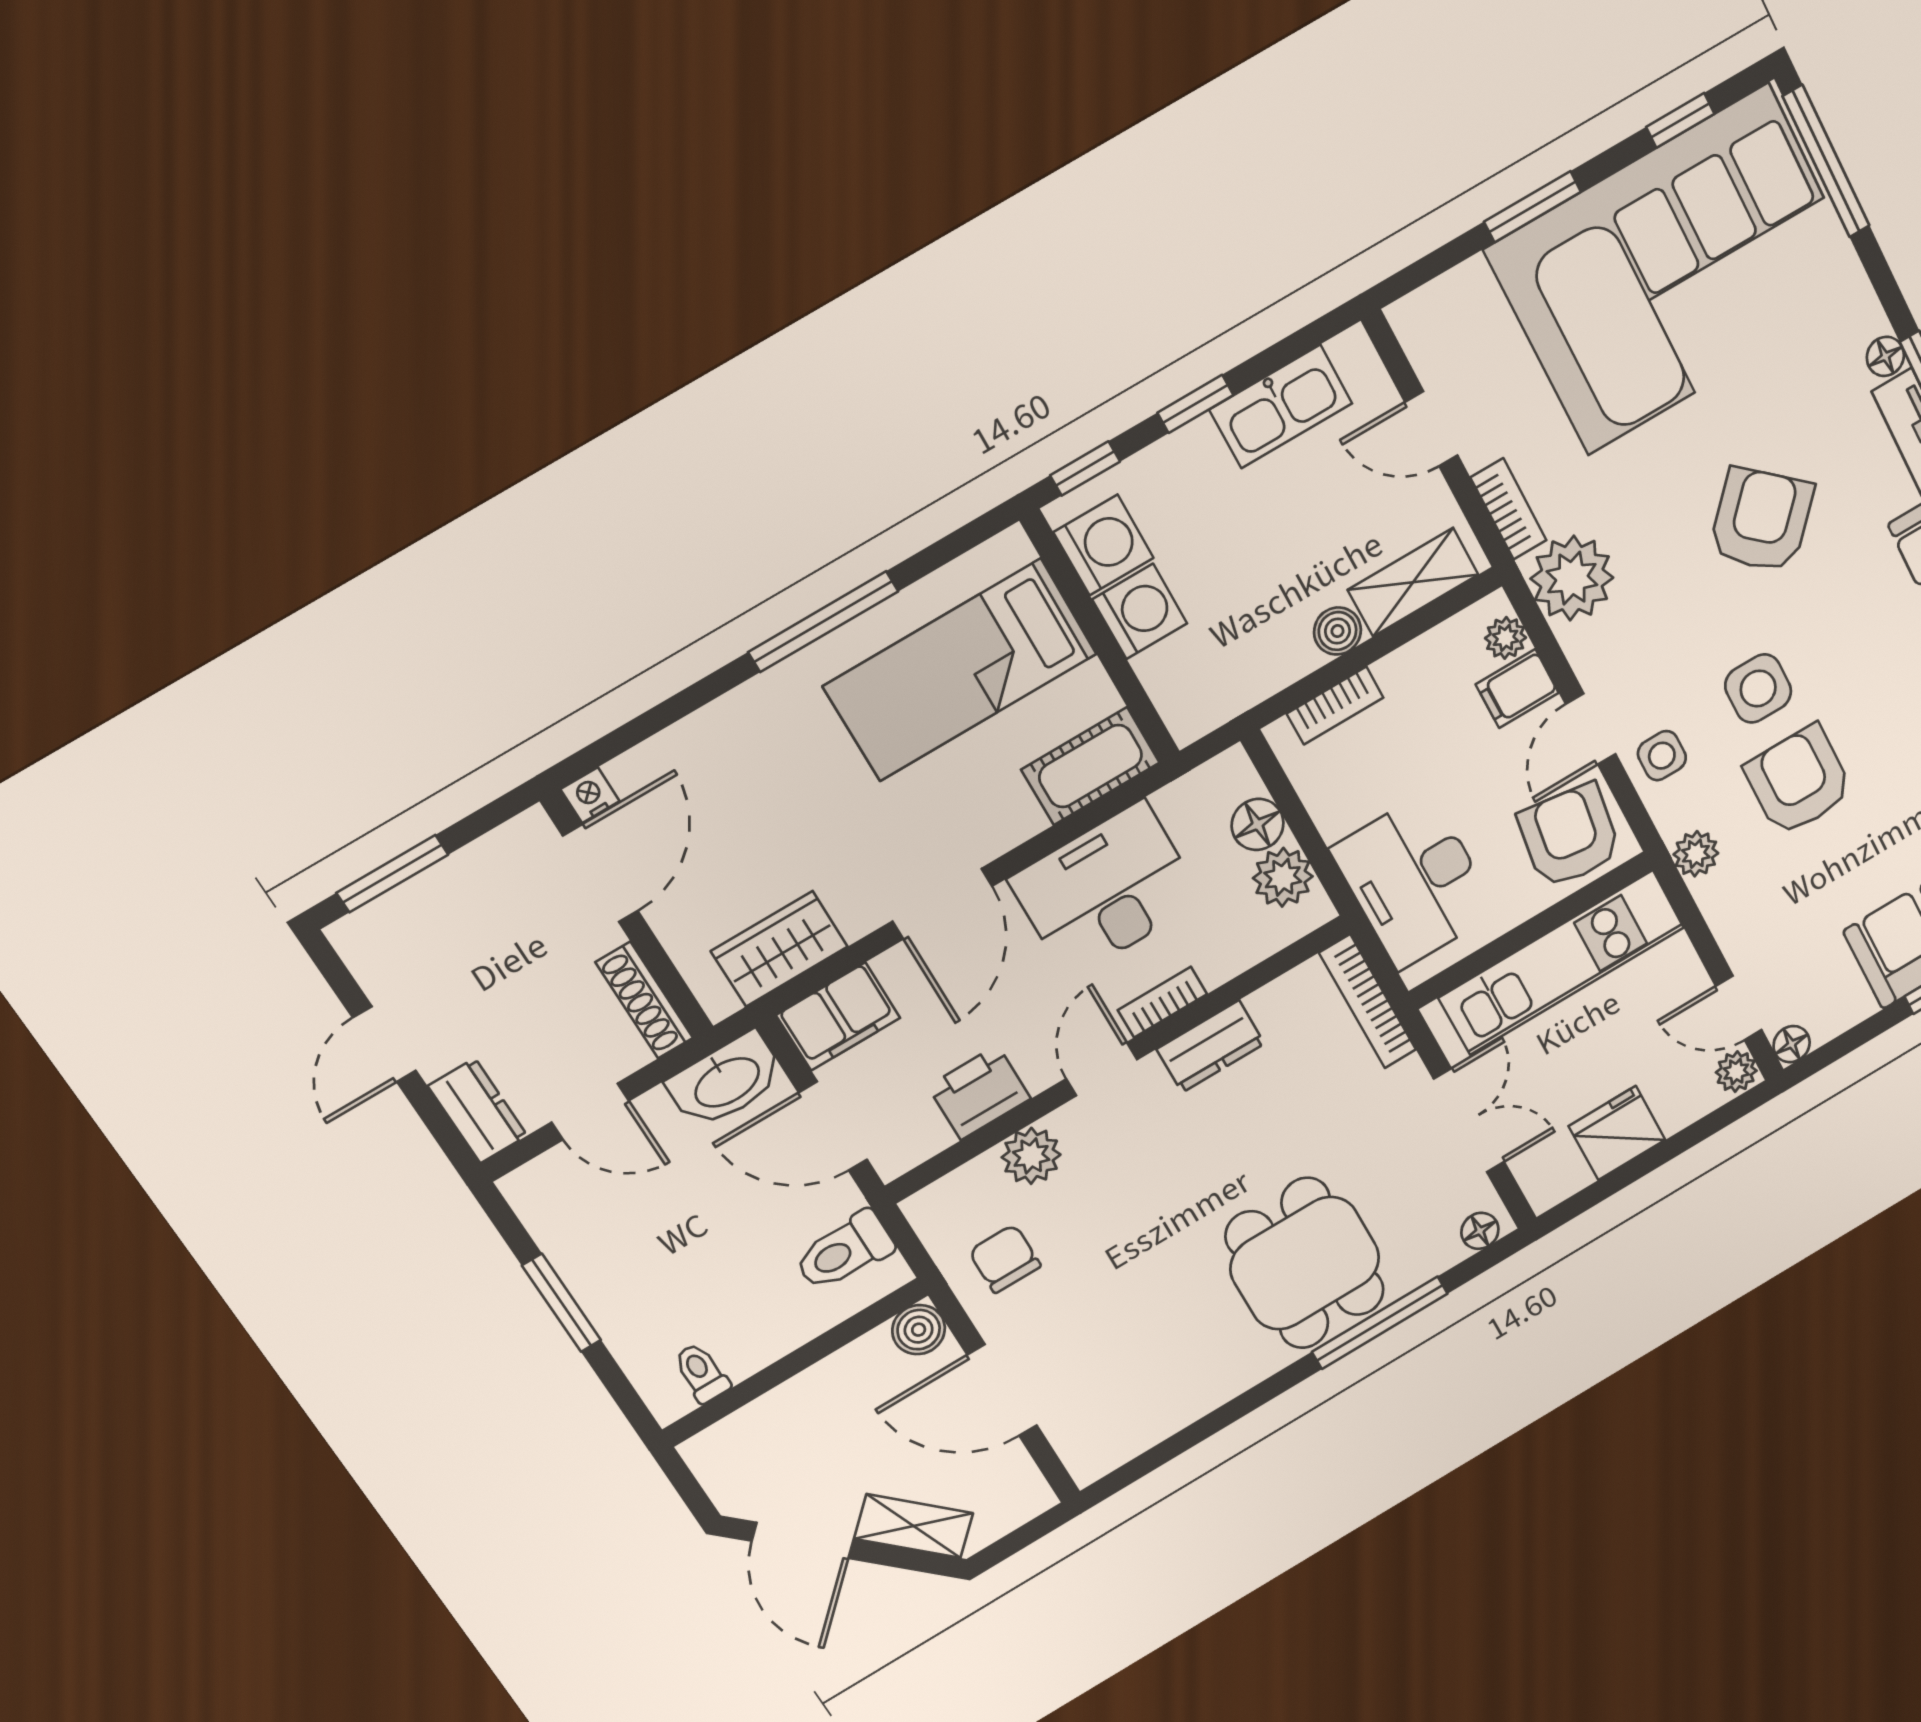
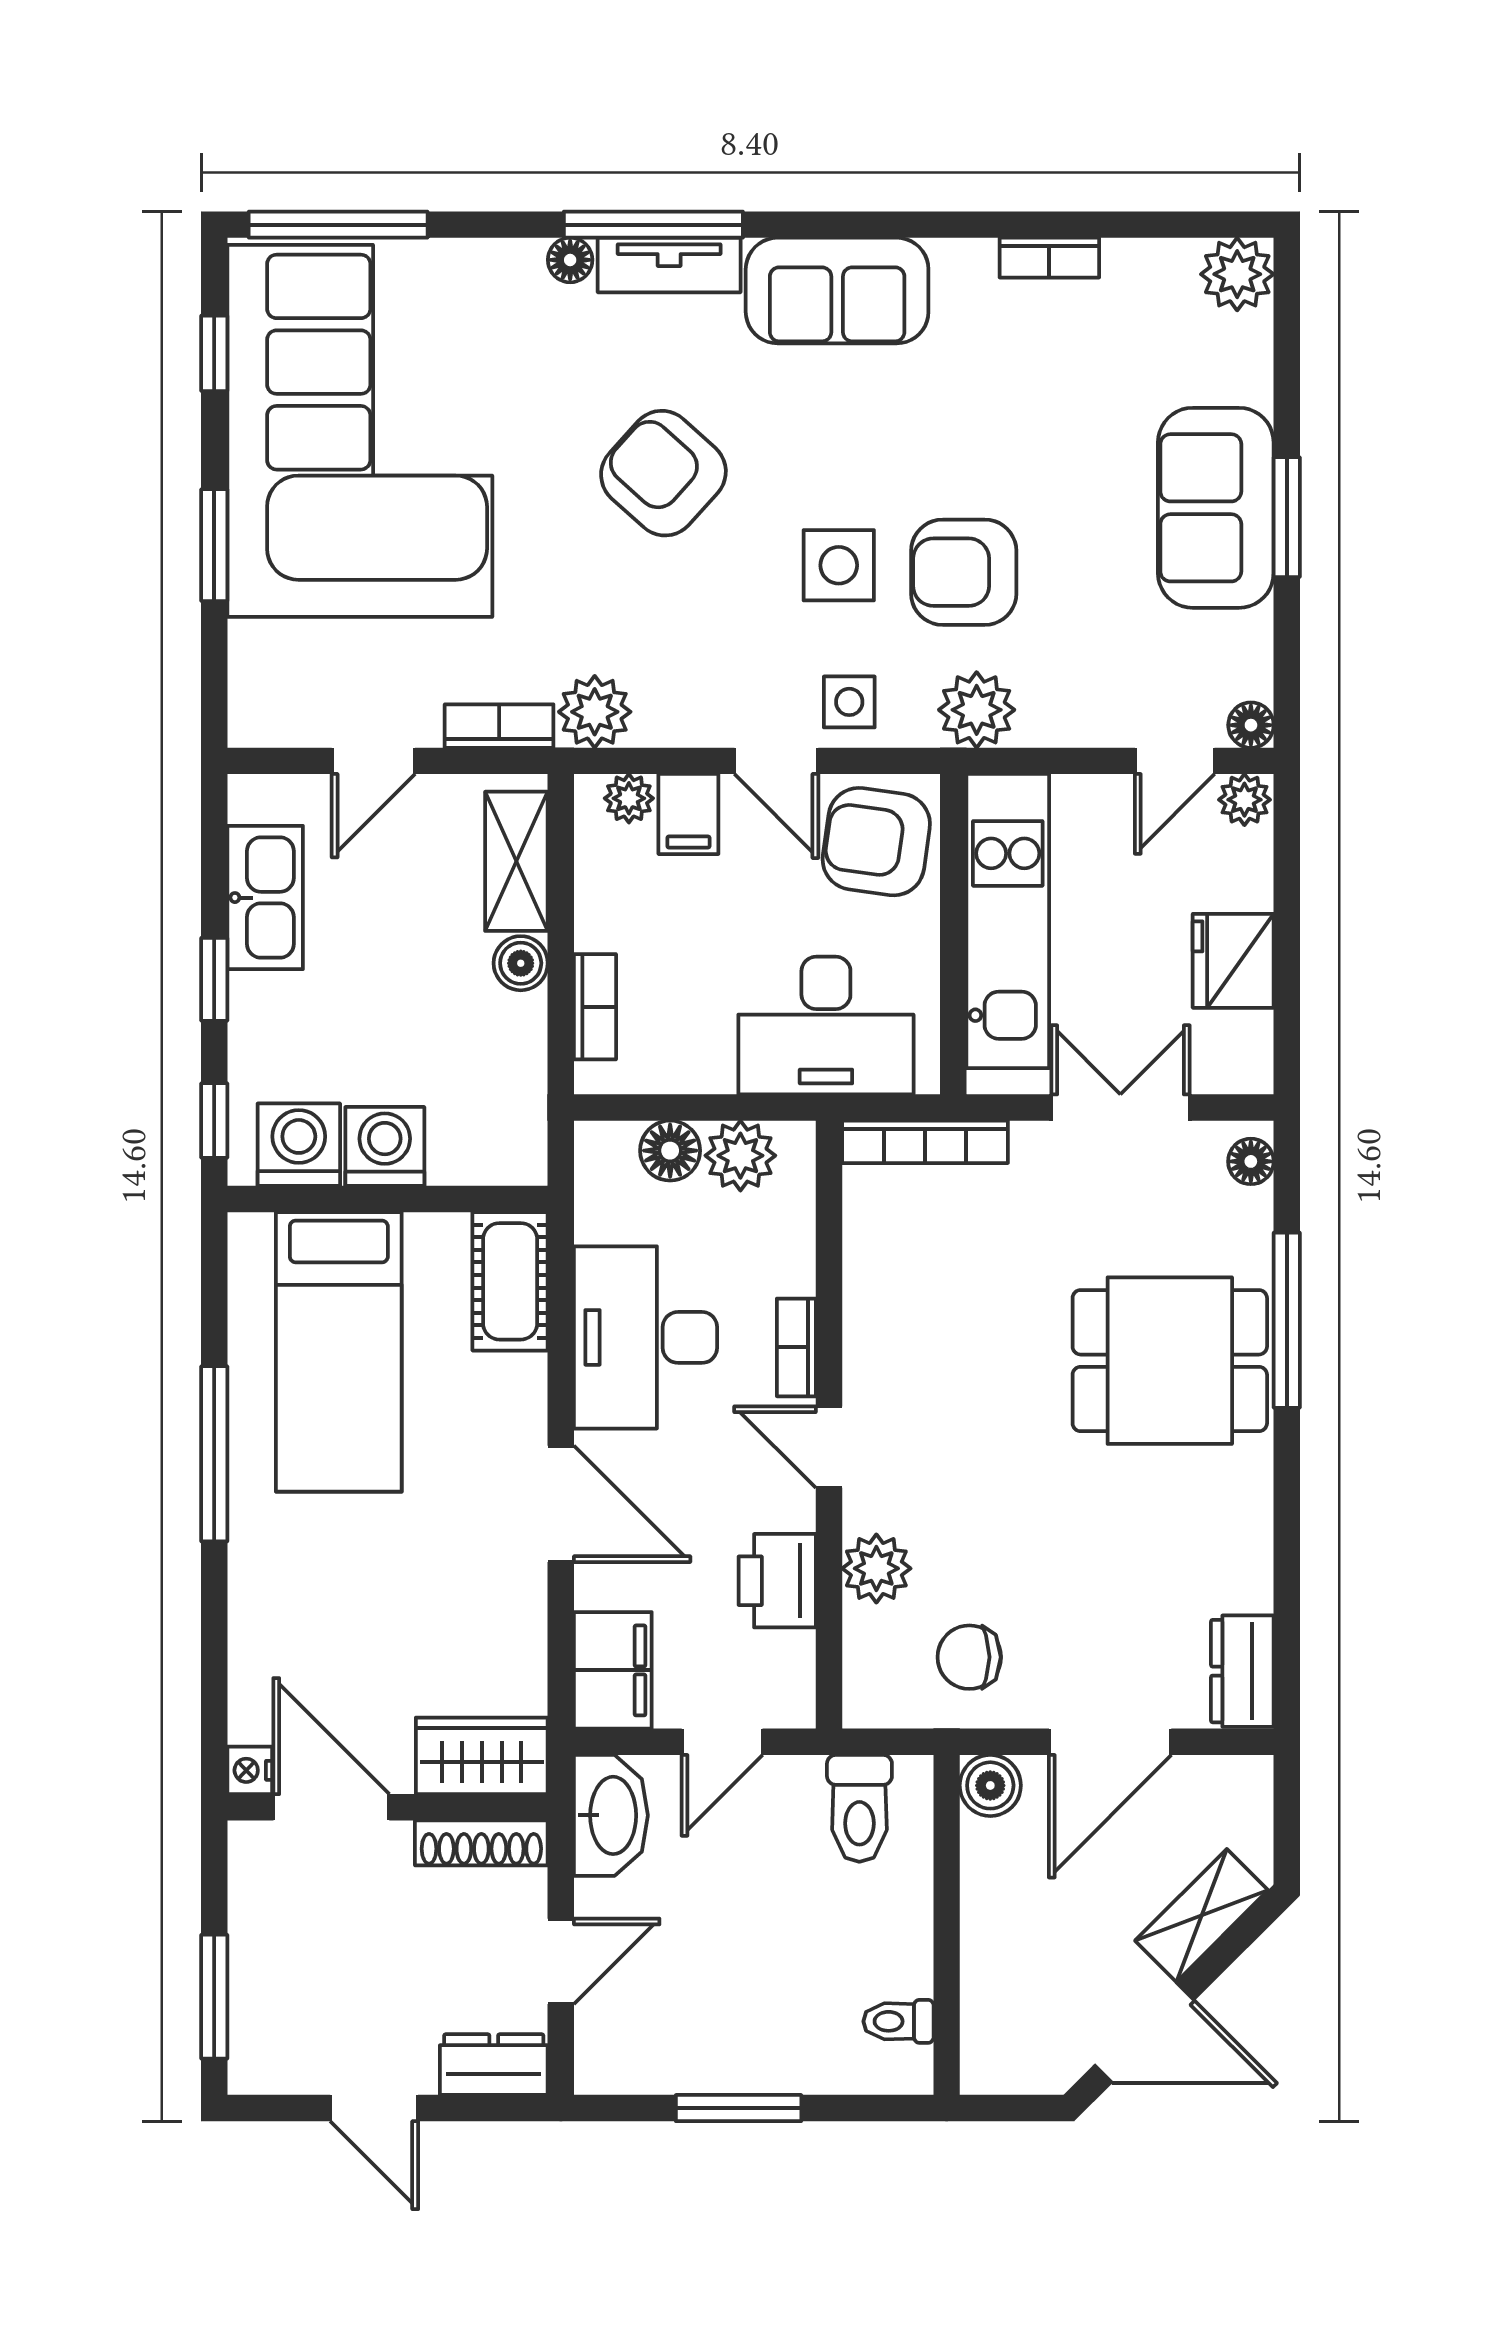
plant: (1572, 578) -> (595, 712), width x0.73, depth x0.73
plant: (1696, 854) -> (977, 710), width x1.38, depth x1.38
wardrobe: (779, 949) -> (482, 1756), moved, turned 90
dresser: (1211, 1046) -> (1242, 1671), moved, turned 180
door: (833, 1126) -> (722, 1742), width x0.73

